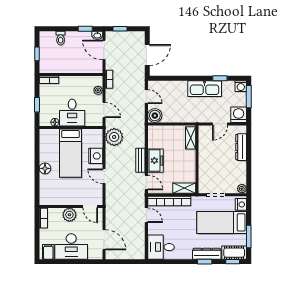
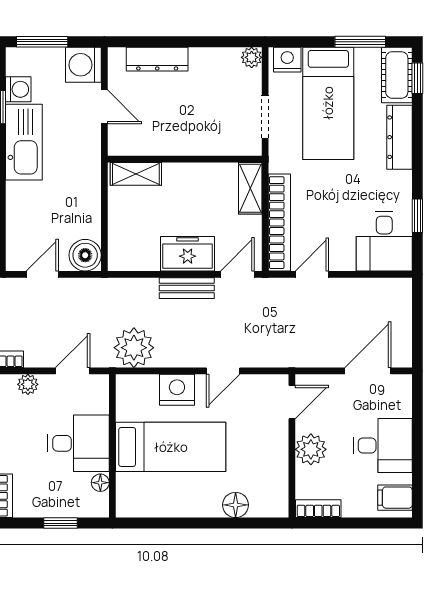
washing machine: (241, 86) -> (18, 89), moved
floor lamp: (45, 168) -> (236, 505), moved
desk: (71, 246) -> (383, 445), width x0.73
window: (205, 262) -> (417, 216), moved

